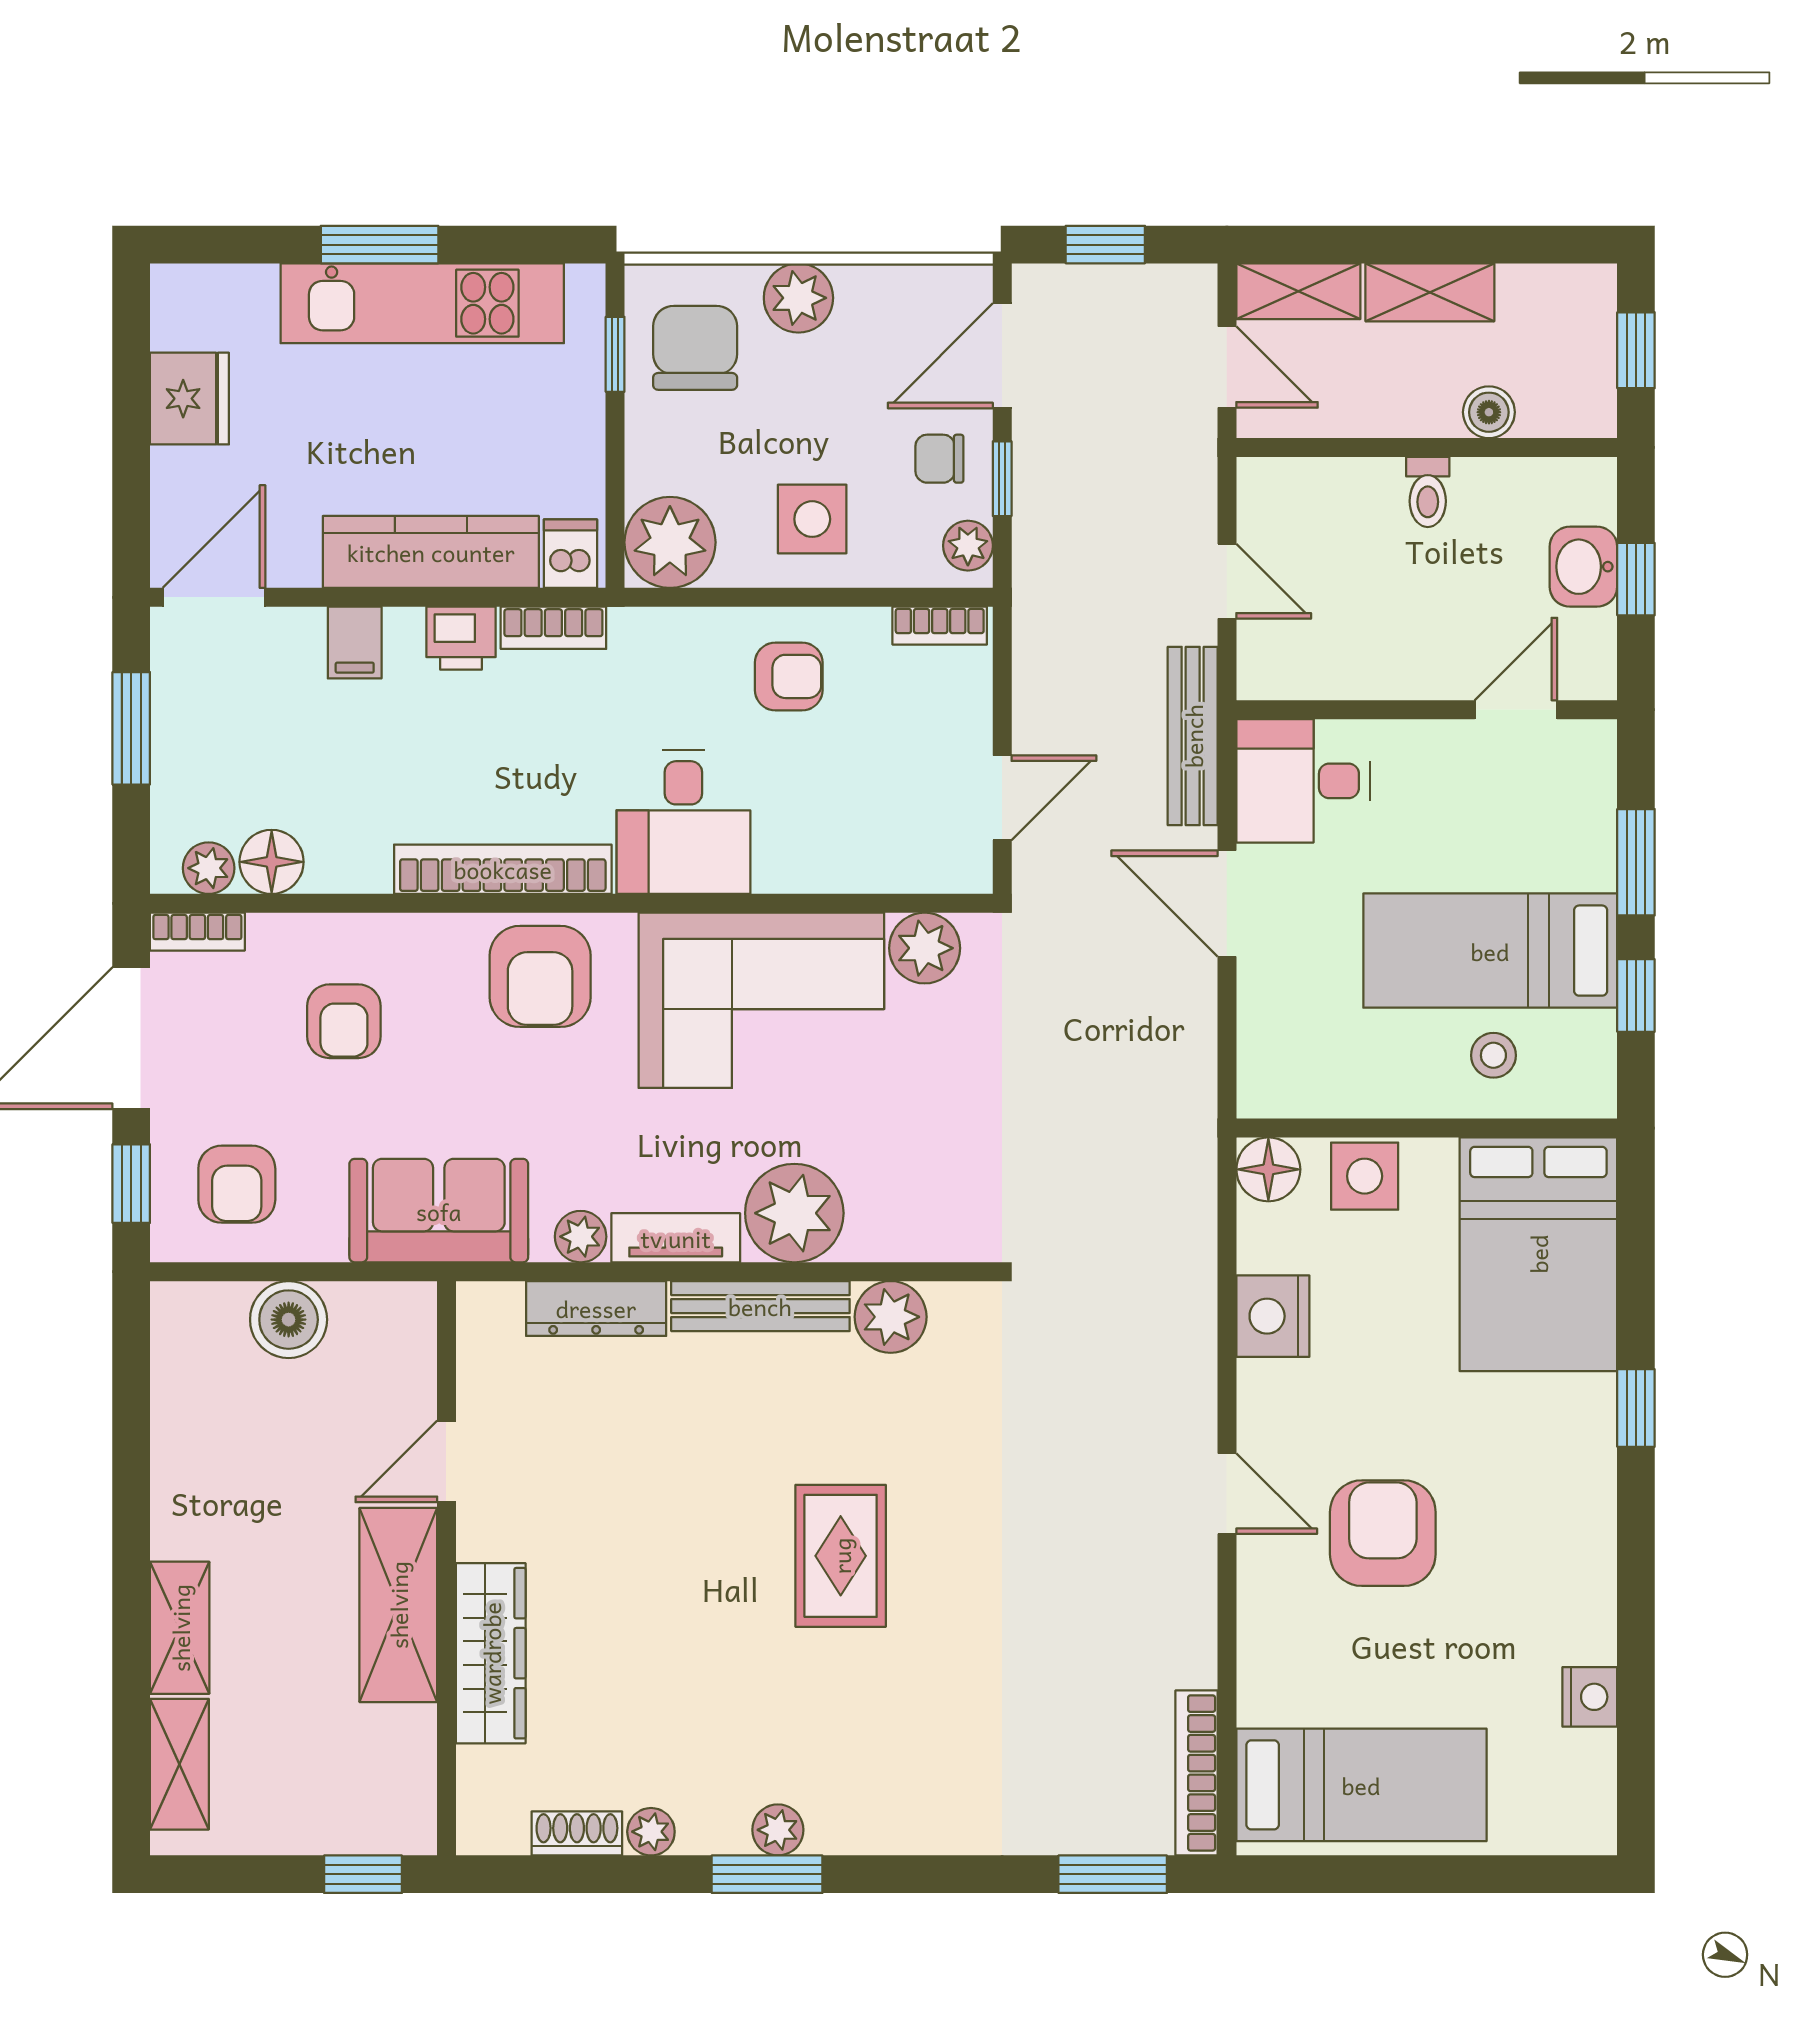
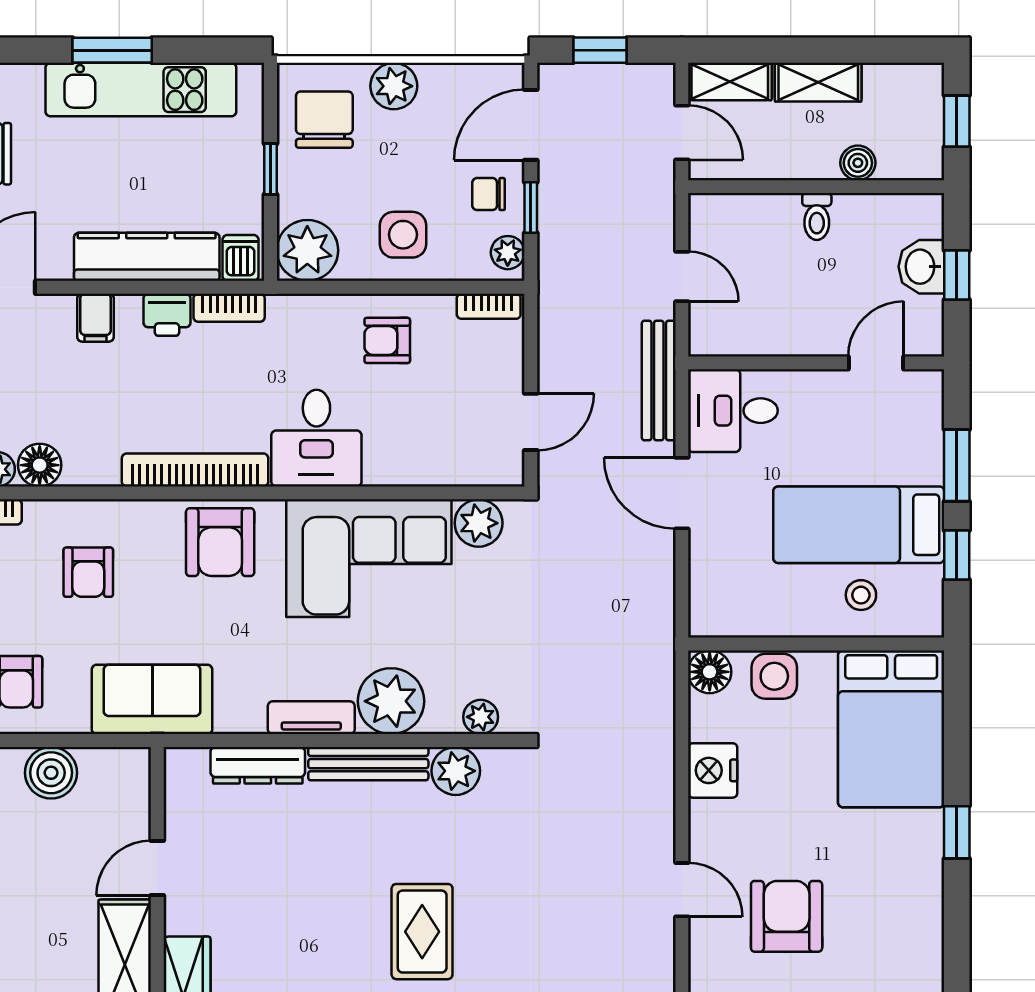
window: (615, 354) -> (271, 169), moved
armchair: (789, 676) -> (387, 340), turned 180
plant: (581, 1237) -> (481, 717), moved

